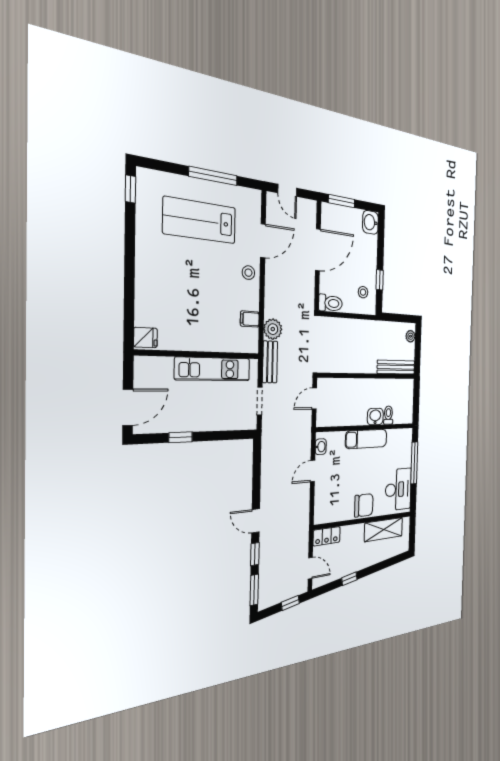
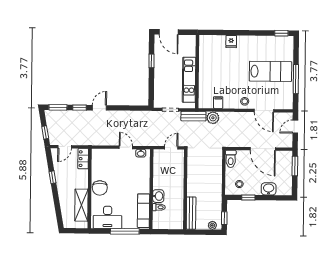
lab bench: (200, 220) -> (270, 71), turned 90
washbasin: (370, 222) -> (269, 189), moved
window: (403, 318) -> (224, 218), added
fridge: (146, 338) -> (231, 42), moved
door: (314, 398) -> (171, 148), hinge flipped
exam couch: (366, 439) -> (144, 211), moved

